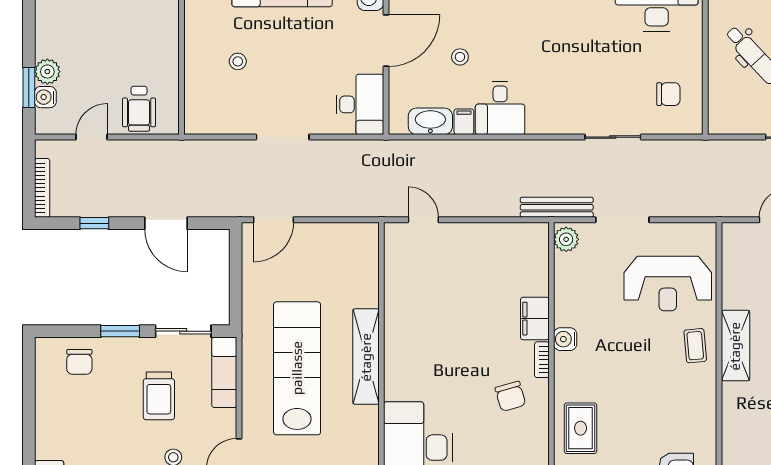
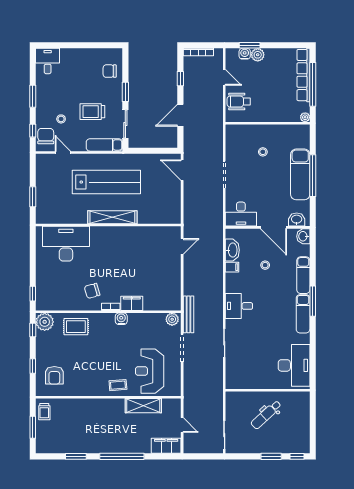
chair: (668, 94) -> (246, 371), removed
desk: (500, 108) -> (239, 306), moved
shelving: (735, 346) -> (143, 406), moved

